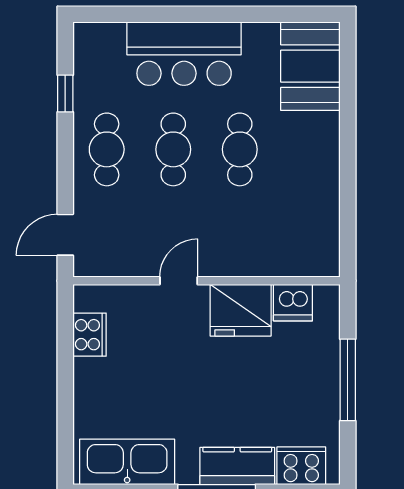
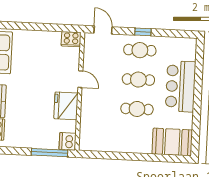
window: (65, 93) -> (143, 32), moved
dishwasher: (293, 303) -> (68, 141), moved
cooker: (89, 335) -> (71, 39), moved
window: (348, 380) -> (50, 153), moved

